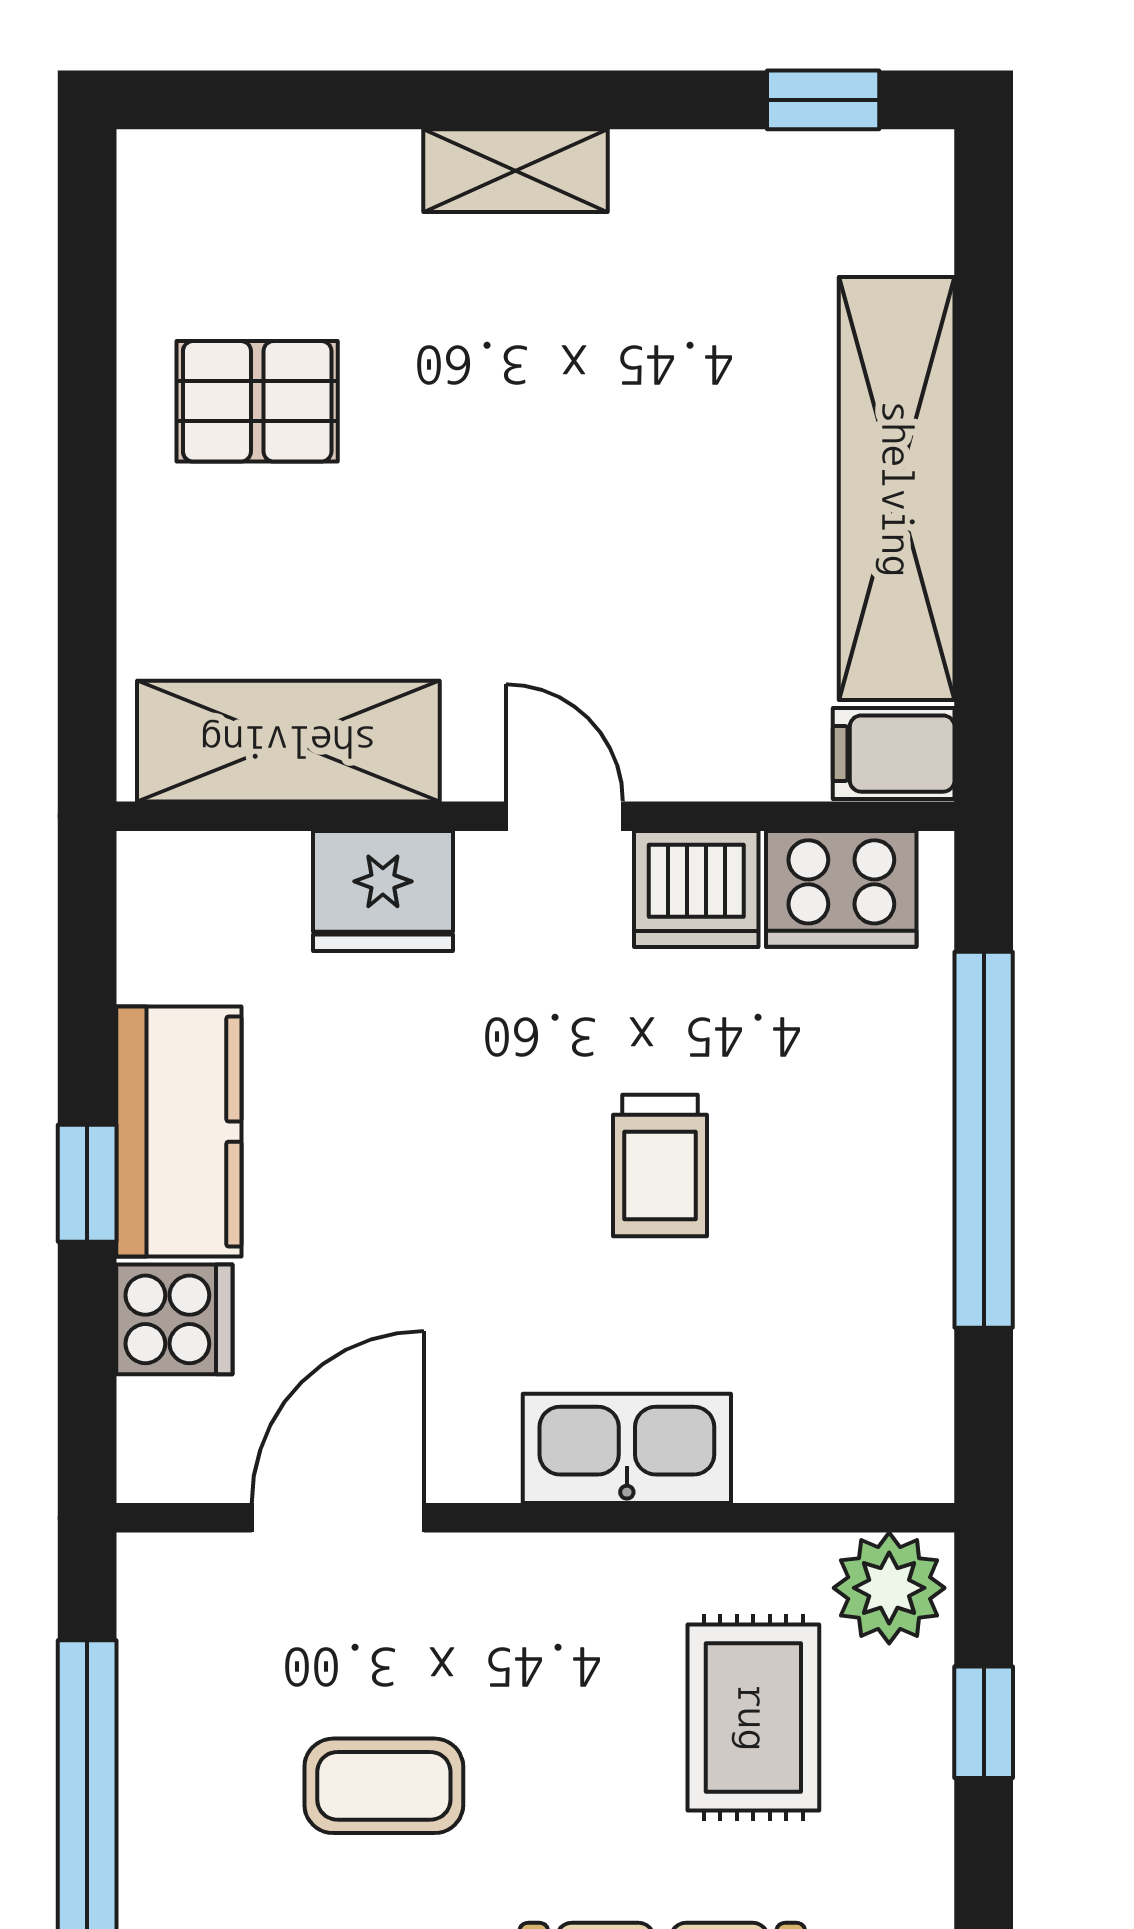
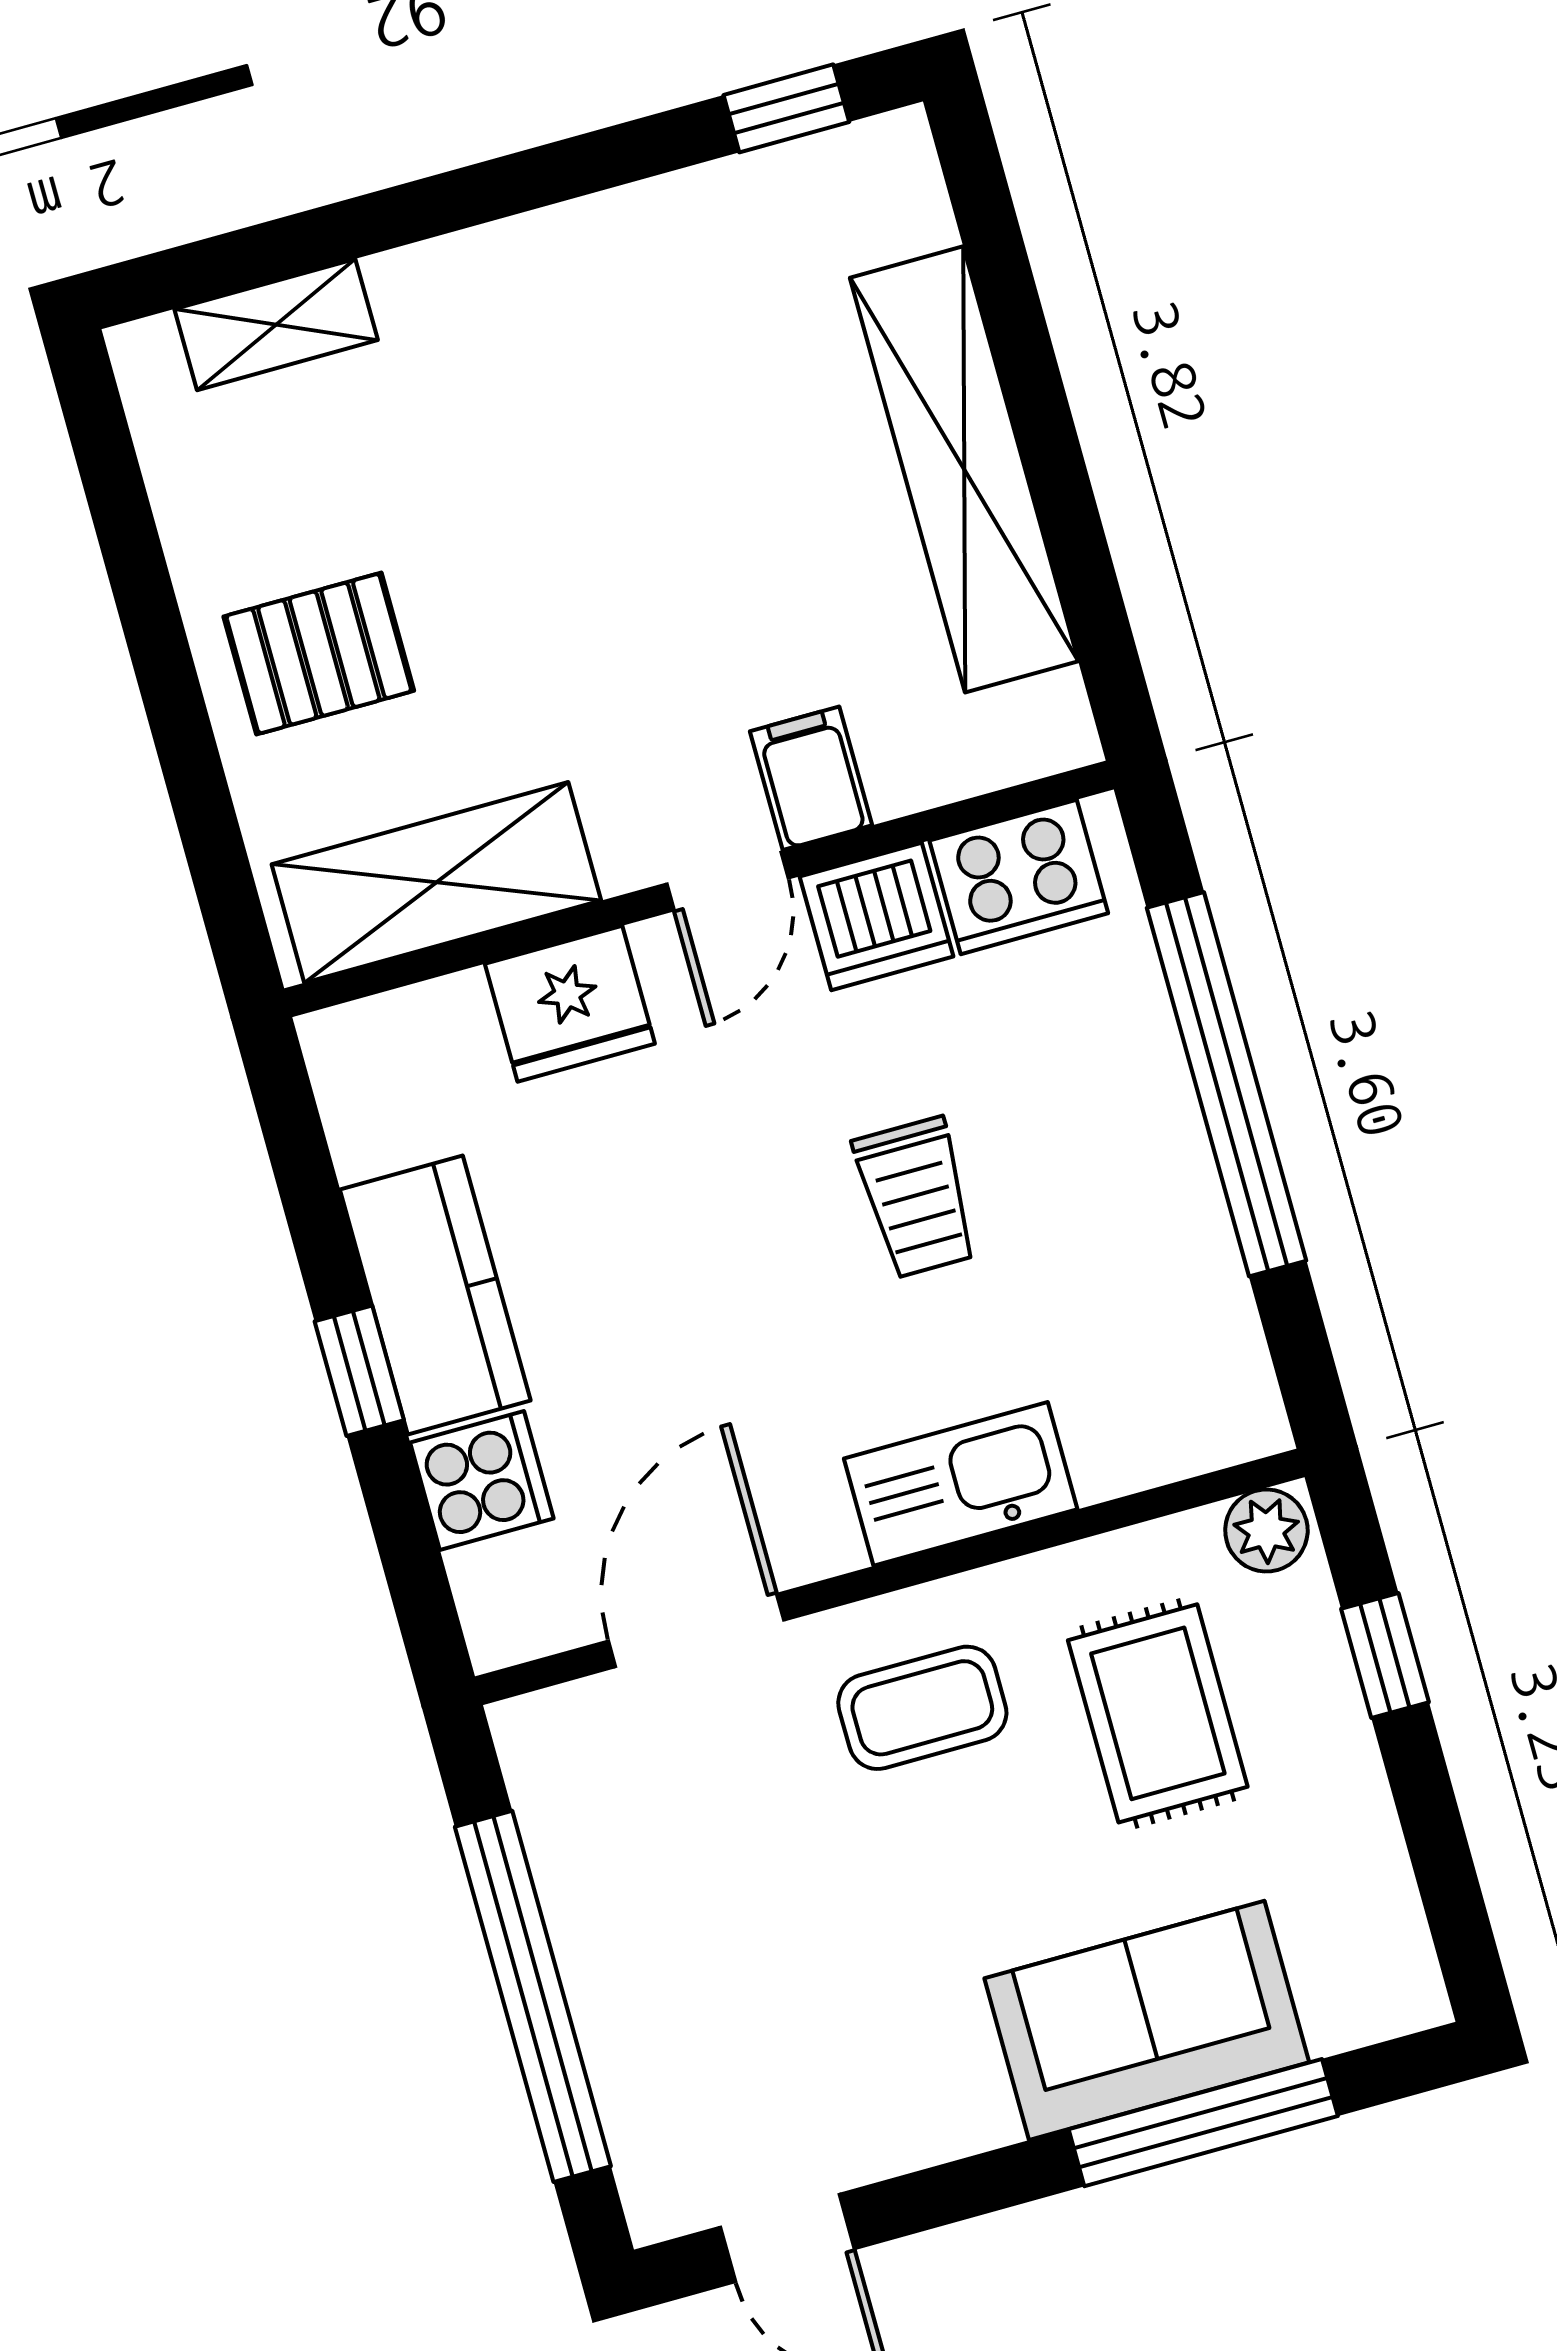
shelving: (516, 171) -> (276, 325), moved
pallet: (257, 401) -> (319, 654), moved
filing cabinet: (894, 754) -> (811, 778), moved, turned 90
door: (564, 816) -> (727, 881), swing flipped
plant: (889, 1588) -> (1266, 1530), width x0.73, depth x0.73
coffee table: (384, 1786) -> (922, 1708), moved

